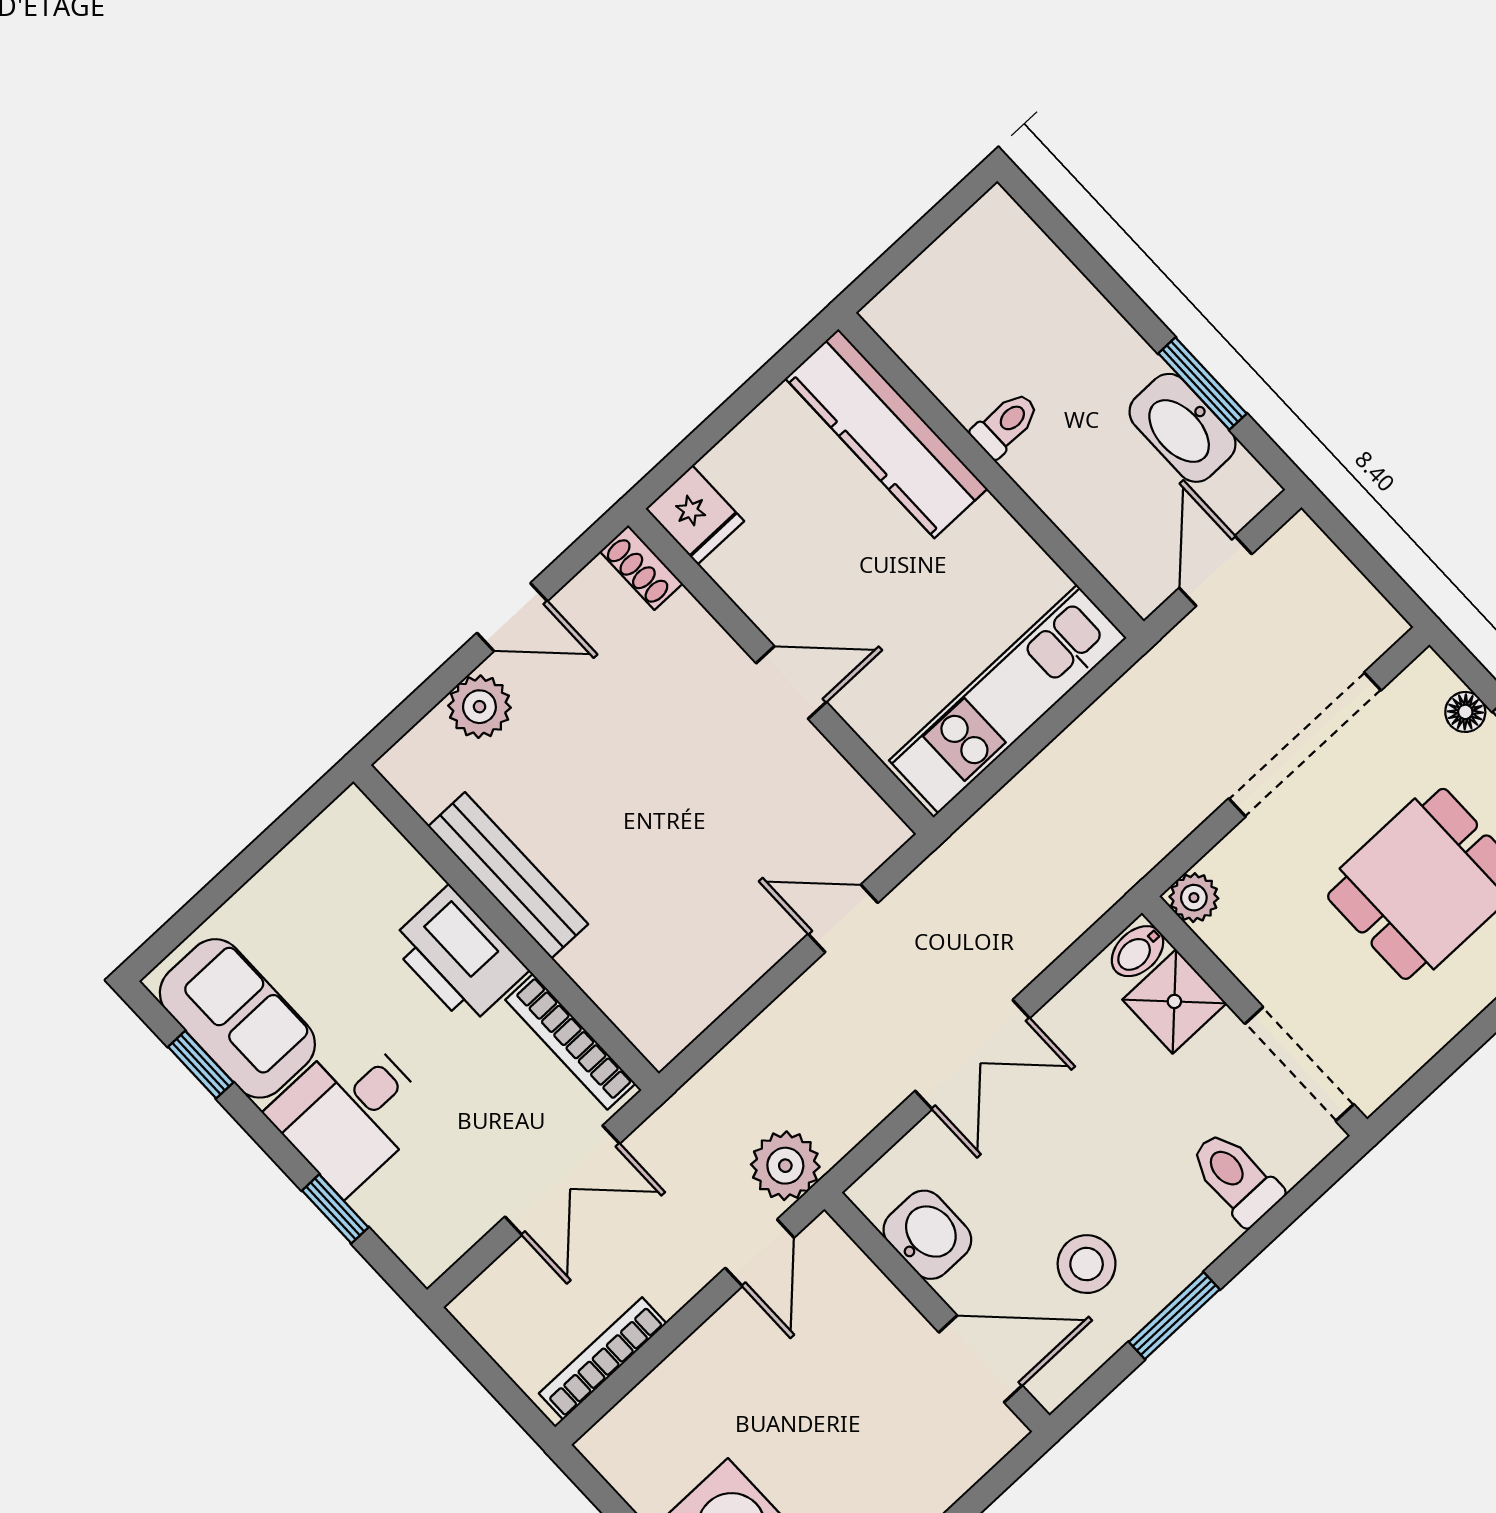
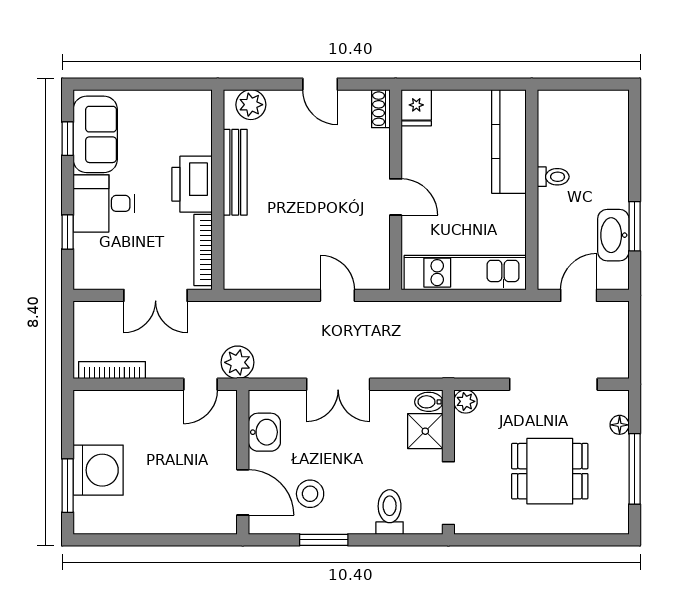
plant: (479, 707) -> (251, 105), moved

